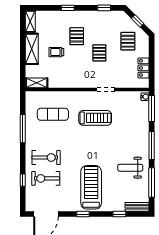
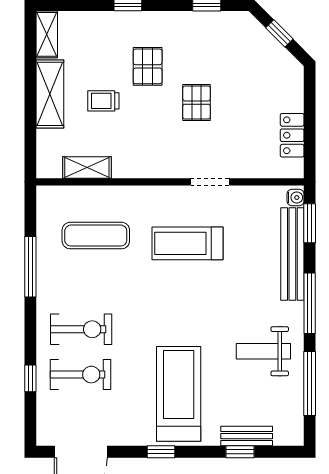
pallet: (128, 41) -> (259, 77), removed
shelving: (37, 83) -> (87, 167), moved
window: (152, 109) -> (310, 223), width x0.69
treadmill: (95, 118) -> (187, 243), turned 180
bench: (144, 123) -> (292, 254), added
exercise bike: (46, 178) -> (80, 375), turned 180
bench: (137, 207) -> (247, 436), moved

